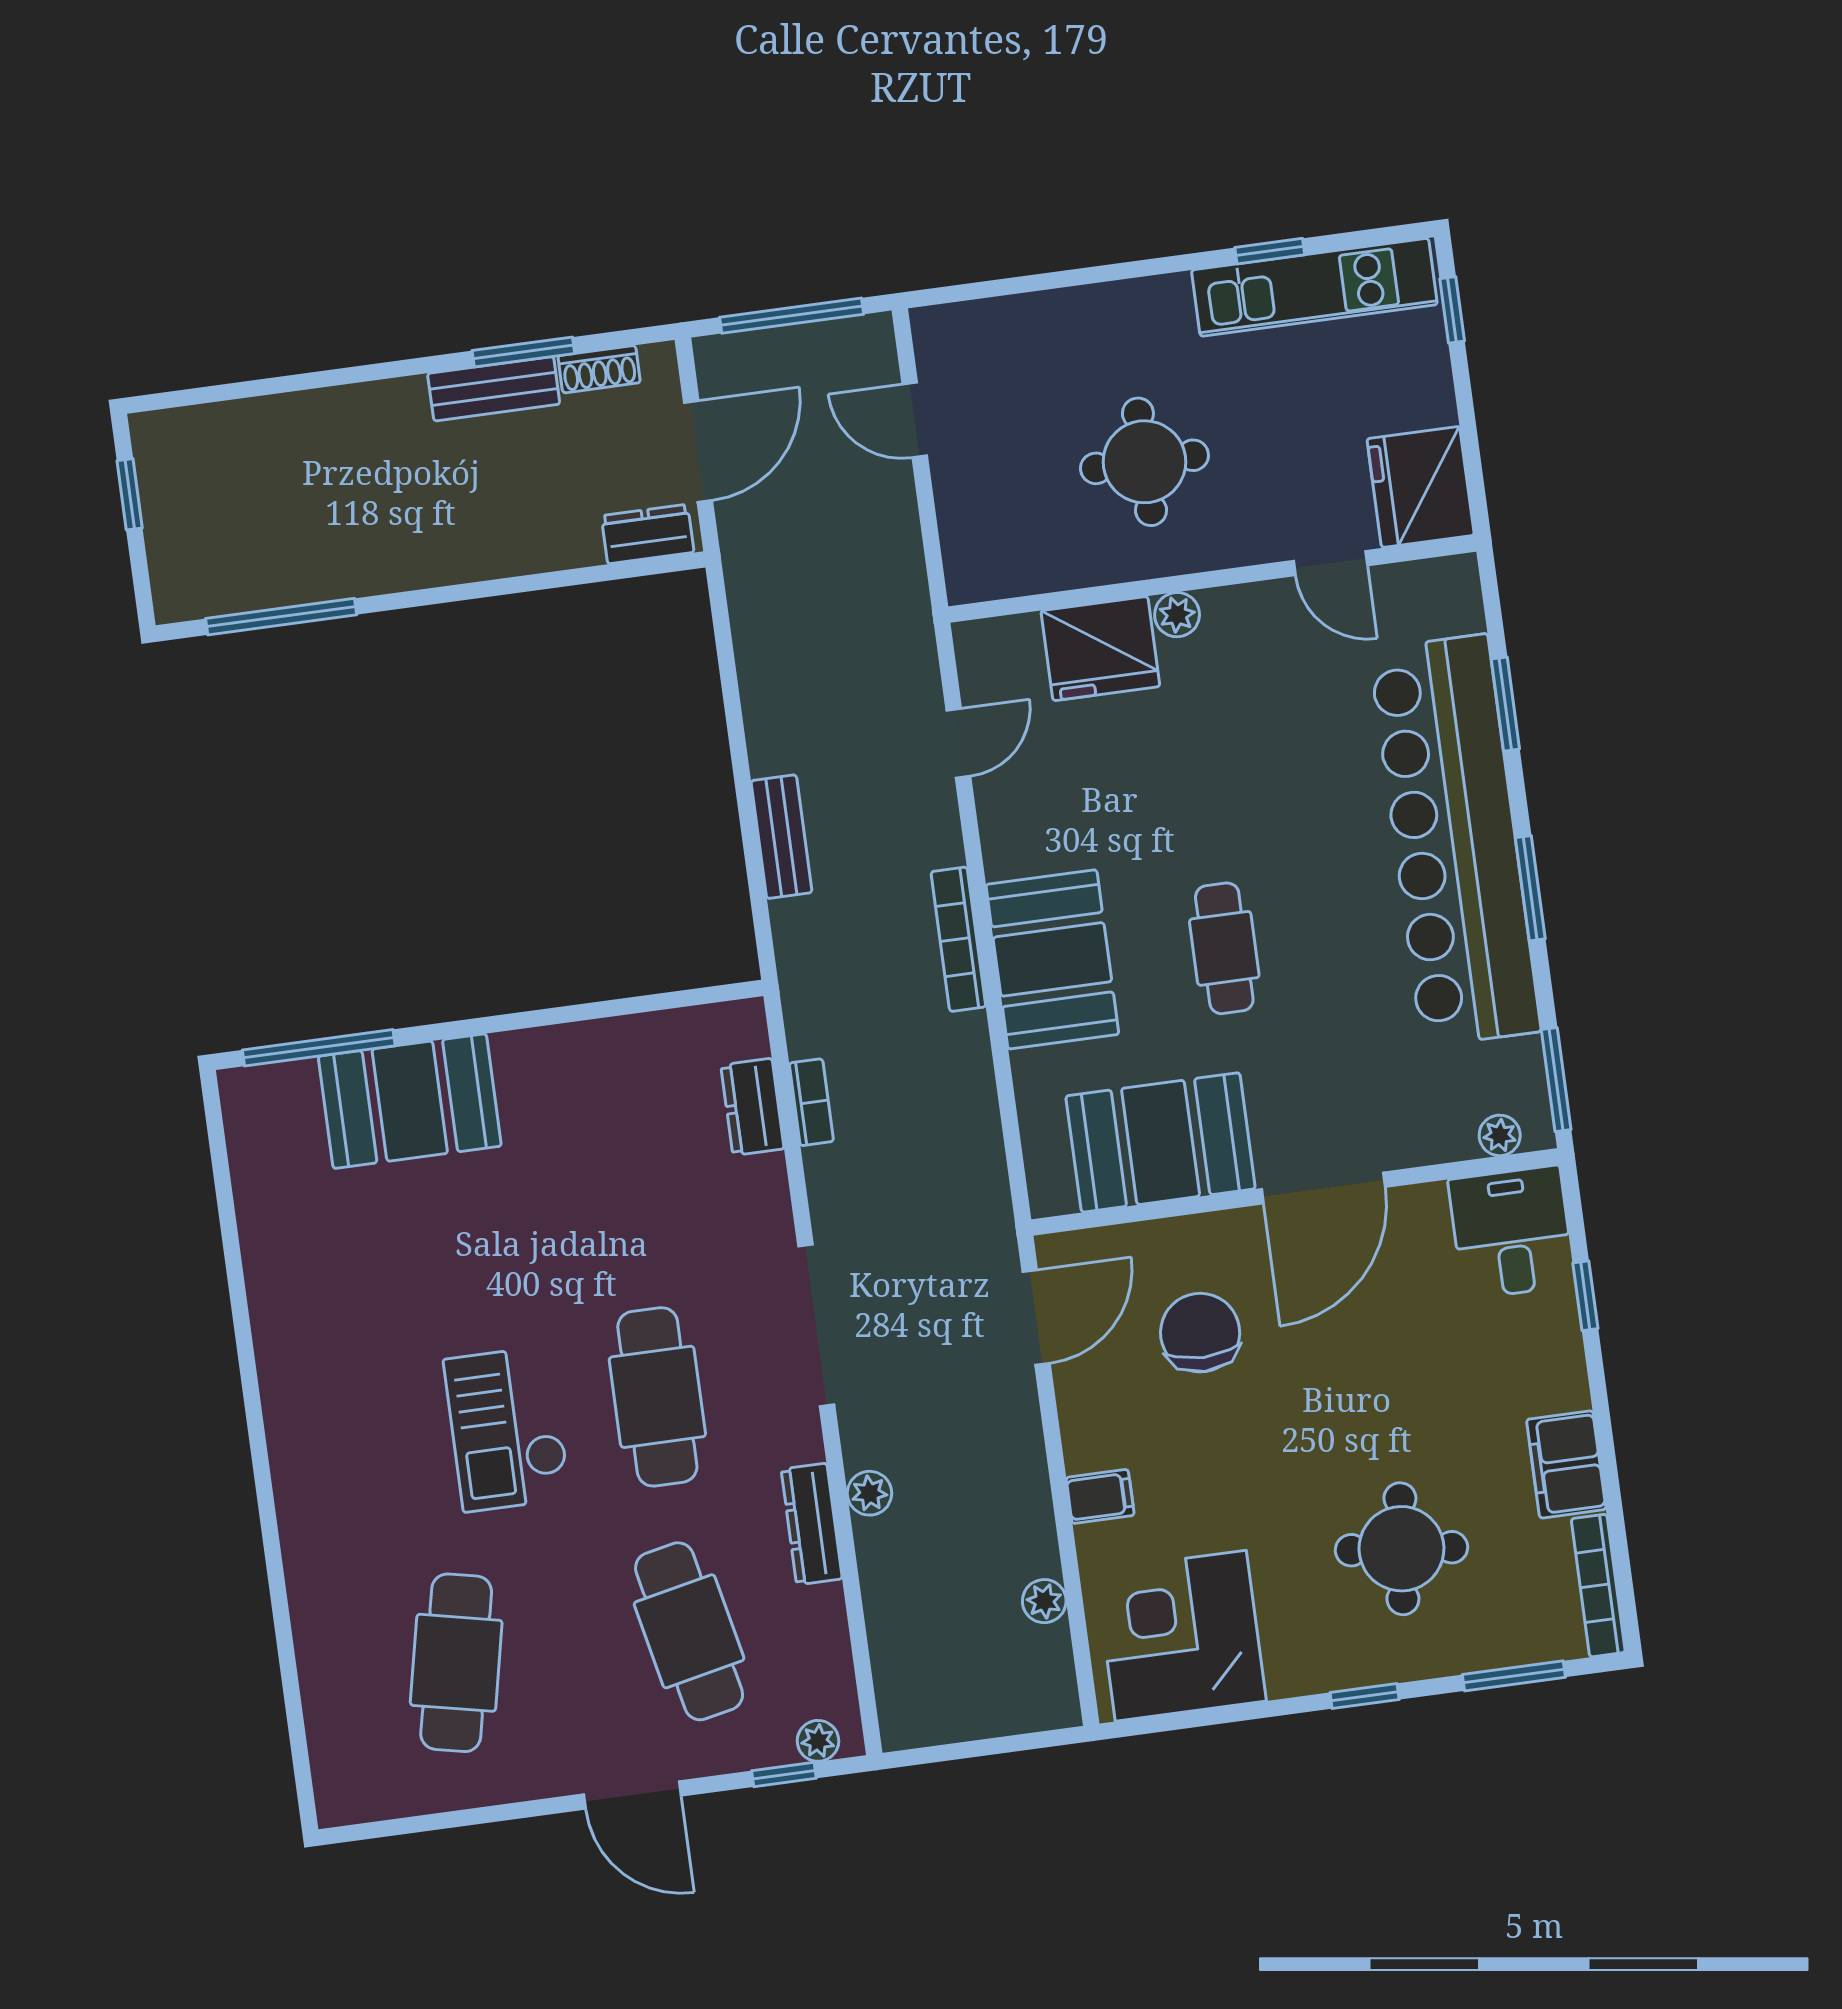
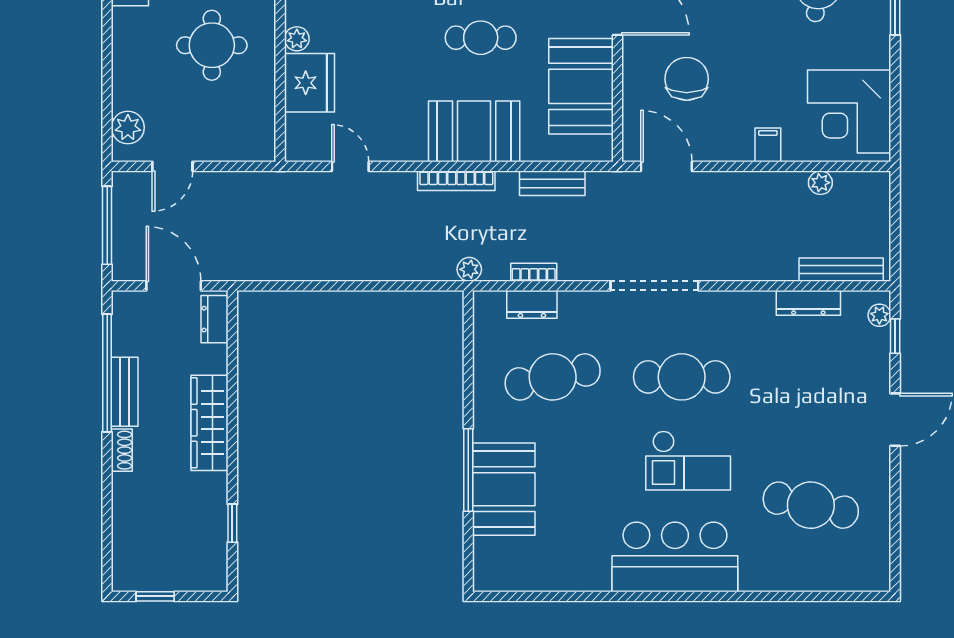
plant: (974, 329) -> (128, 128), added
window: (523, 352) -> (107, 373), width x2.11
shoe rack: (599, 369) -> (122, 450), moved
wardrobe: (458, 550) -> (209, 423), added
window: (281, 617) -> (232, 523), width x0.46
bench: (781, 837) -> (552, 183), moved
window: (319, 1048) -> (468, 470), moved
chair: (1200, 1333) -> (687, 79), turned 90
bar counter: (329, 1429) -> (675, 557), added
plant: (869, 1493) -> (469, 269), moved
dresser: (812, 1524) -> (808, 303), moved
cafe table: (689, 1631) -> (553, 377), moved
bench: (892, 1660) -> (841, 270), added

